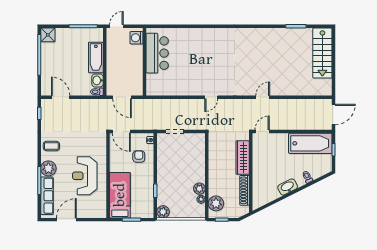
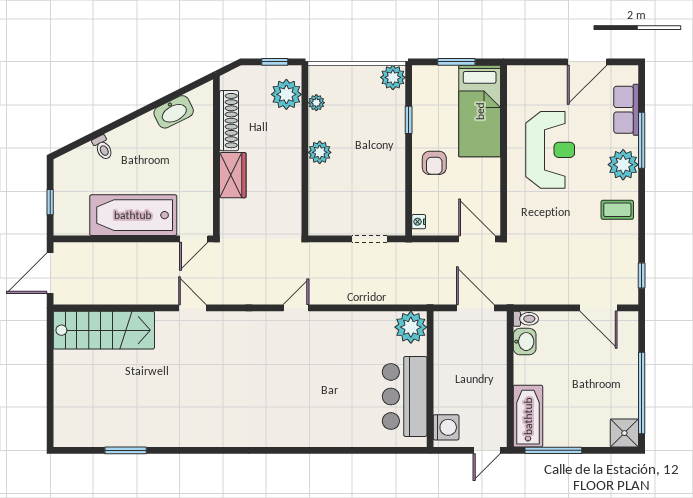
stairs: (322, 53) -> (104, 330), moved, turned 90
bathtub: (96, 57) -> (528, 416), moved
plant: (154, 88) -> (411, 327), added
door: (263, 97) -> (192, 308), swing flipped
bathtub: (310, 143) -> (133, 215), moved
armchair: (139, 156) -> (434, 163), moved
wardrobe: (243, 158) -> (233, 175), width x0.67
washbasin: (288, 187) -> (174, 112), moved
plant: (199, 189) -> (320, 152), moved
row of seats: (47, 196) -> (626, 110), width x0.68

